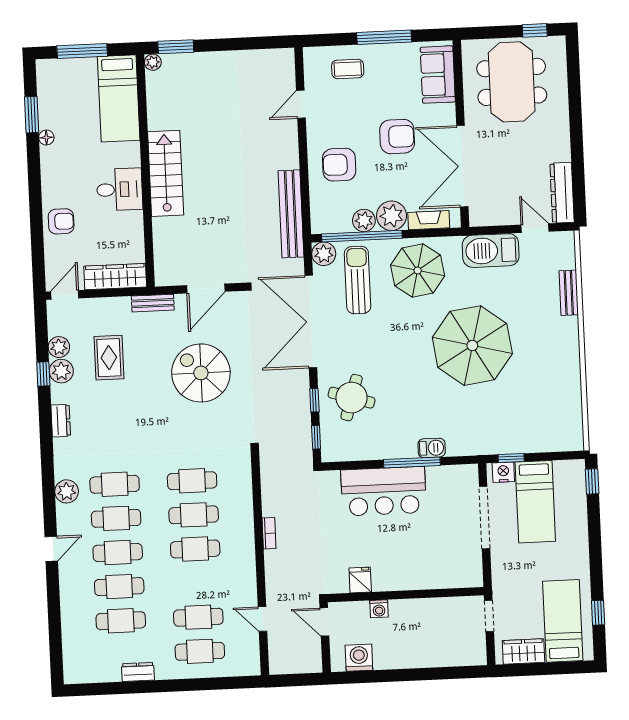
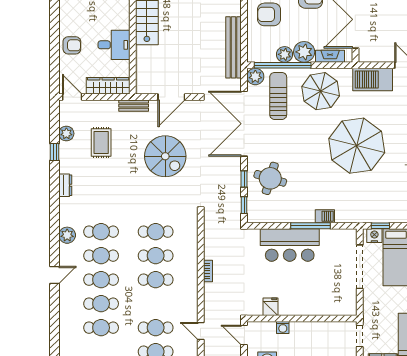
desk: (120, 189) -> (114, 45), moved
door: (65, 295) -> (72, 97), hinge flipped
plant: (61, 371) -> (67, 150), removed
spiral stairs: (201, 373) -> (165, 156), turned 180

